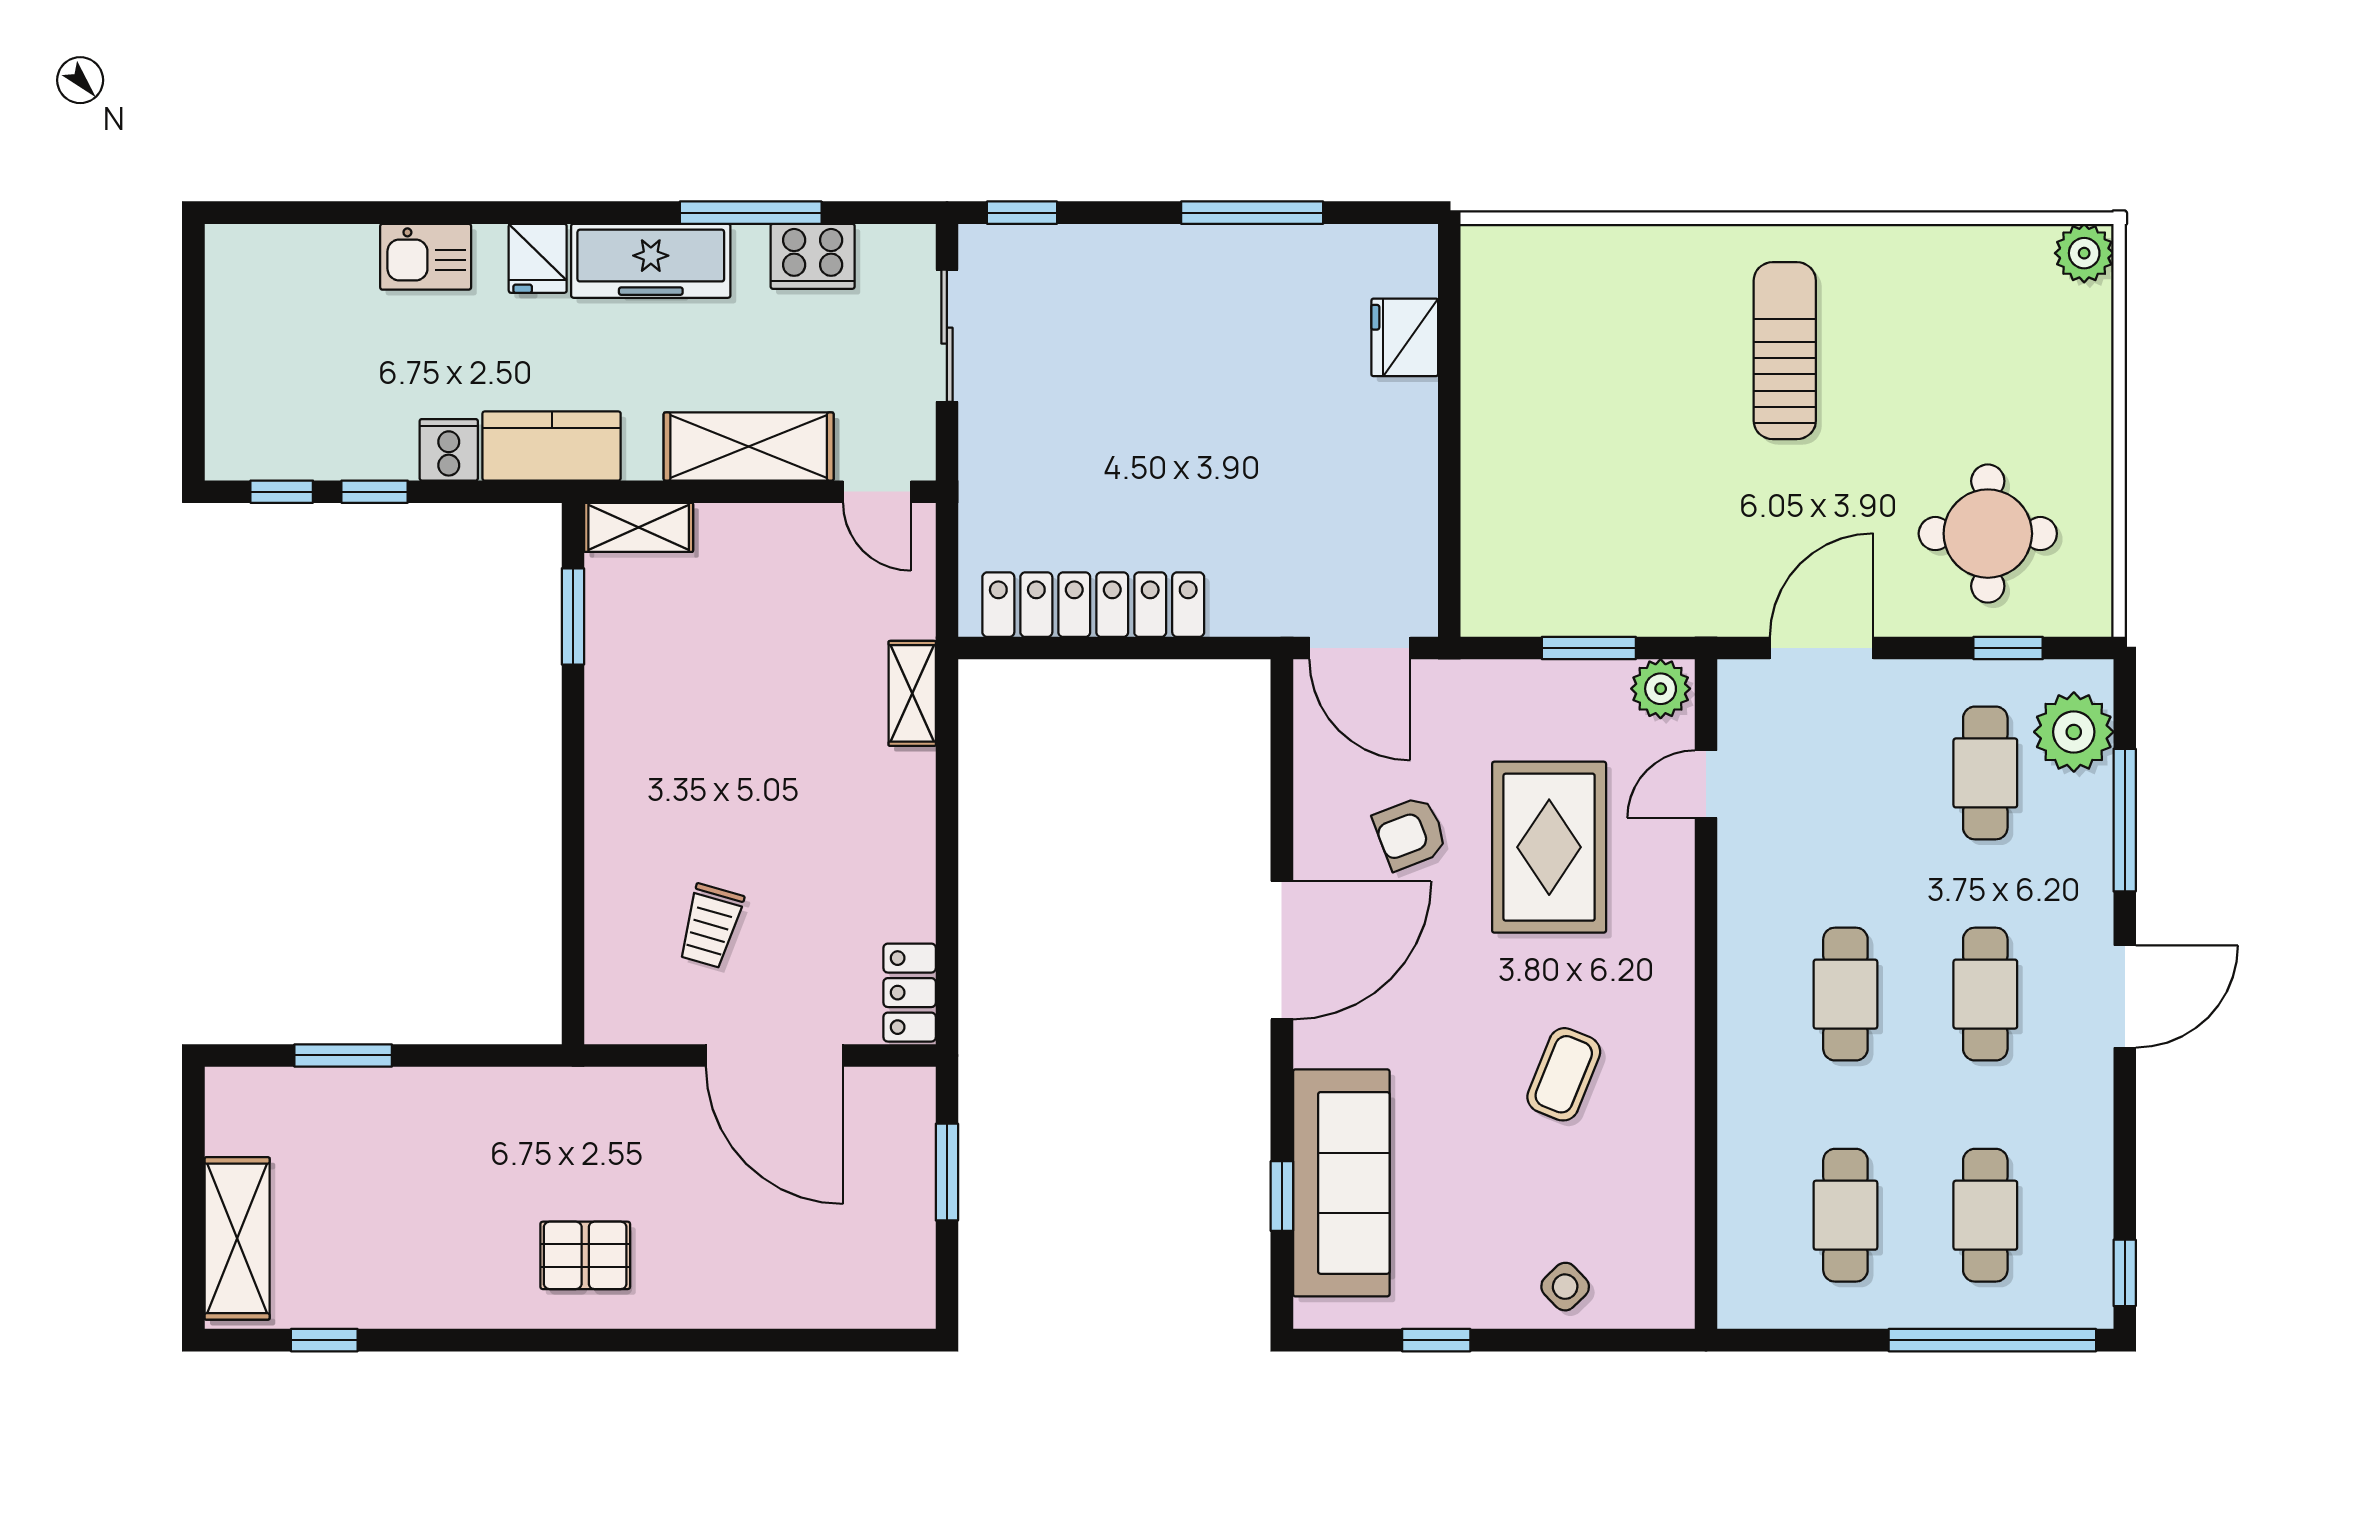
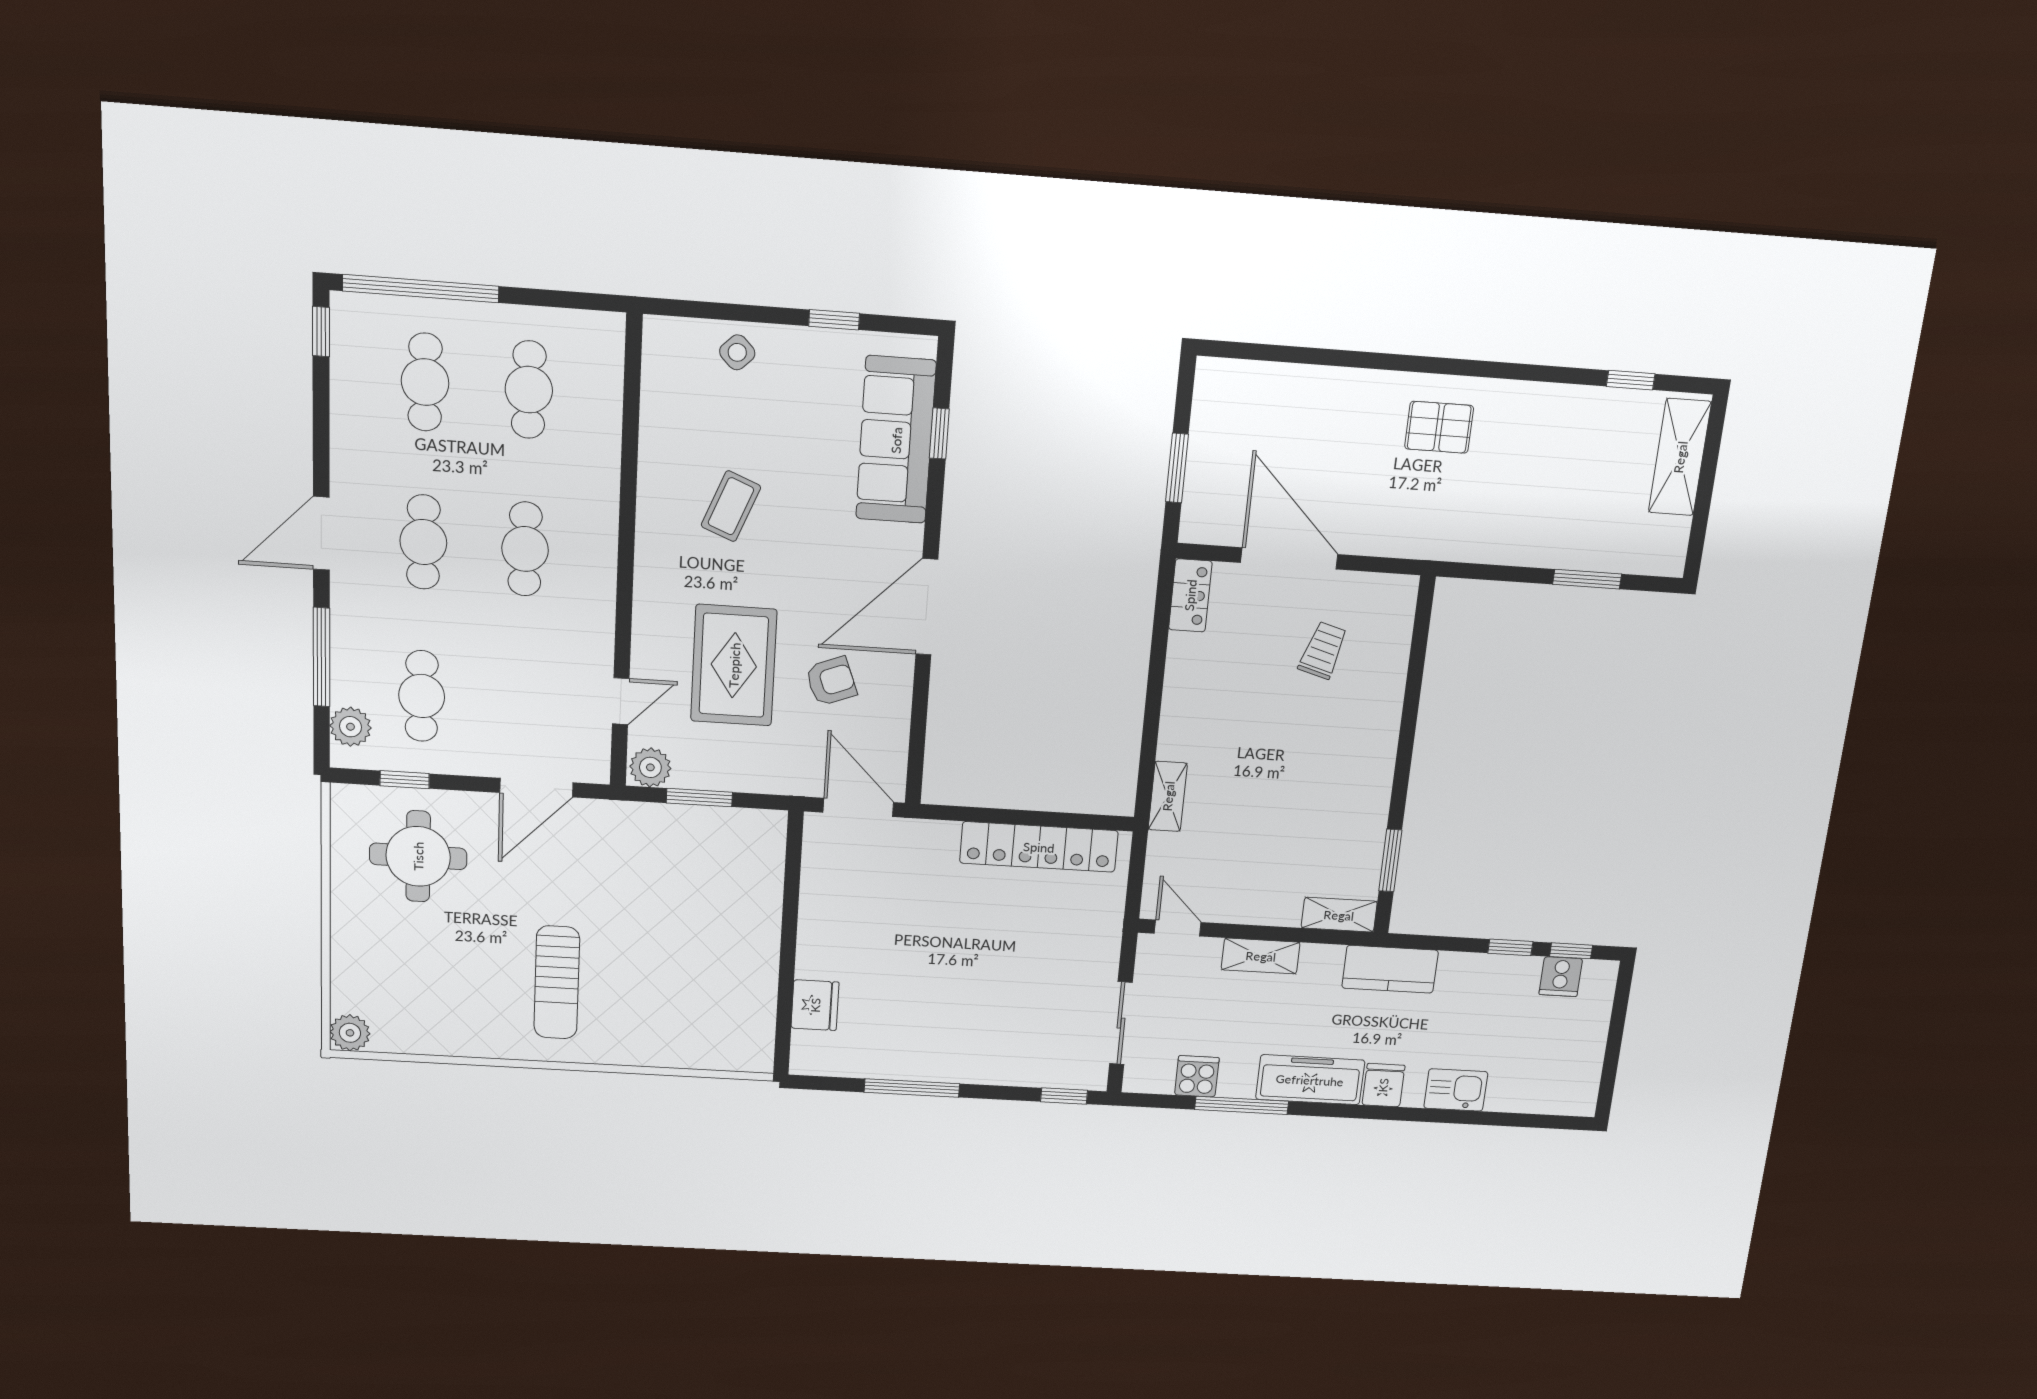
cooker: (813, 256) -> (1197, 1076), width x0.73
shelving: (749, 447) -> (1261, 956), width x0.67, depth x0.75
cooker: (449, 450) -> (1561, 977), moved
plant: (2074, 732) -> (350, 727), width x0.73, depth x0.73

